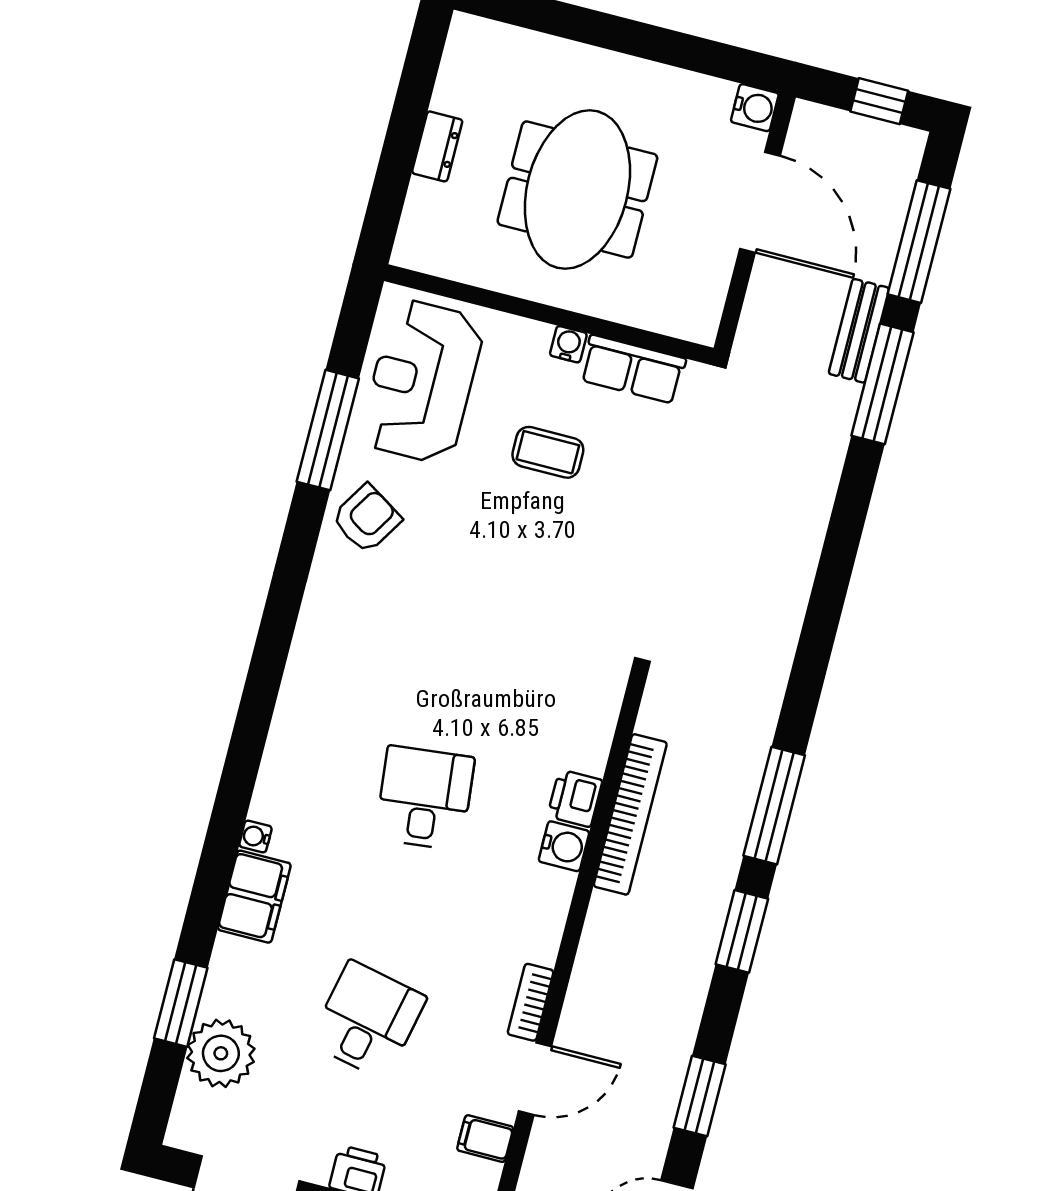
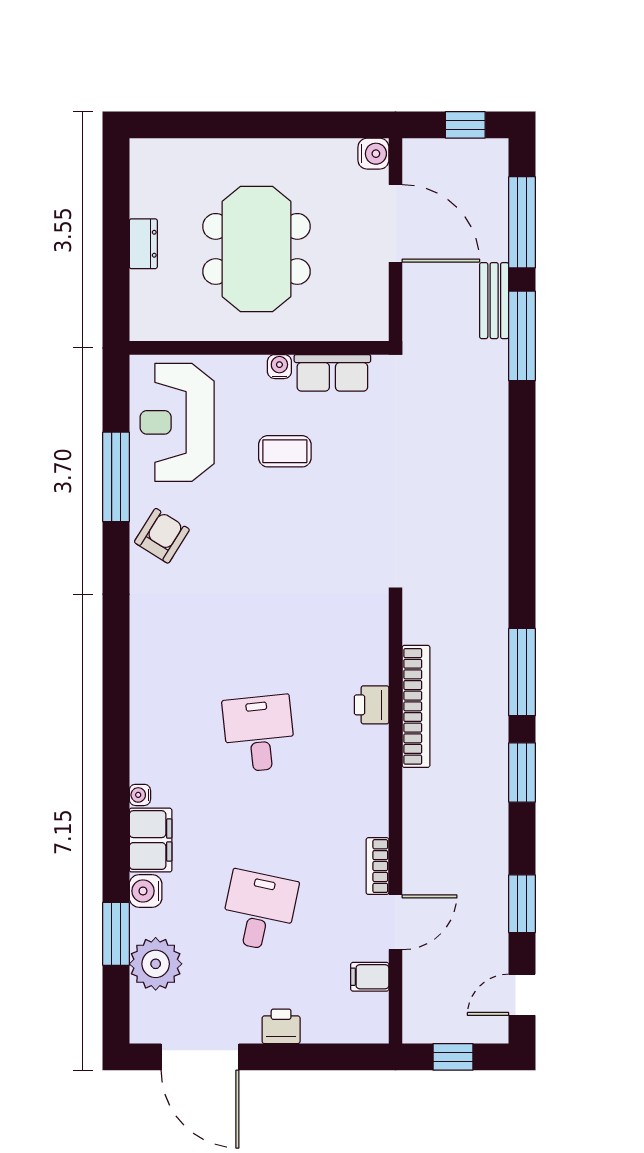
water cooler: (564, 846) -> (146, 891), moved, turned 180

